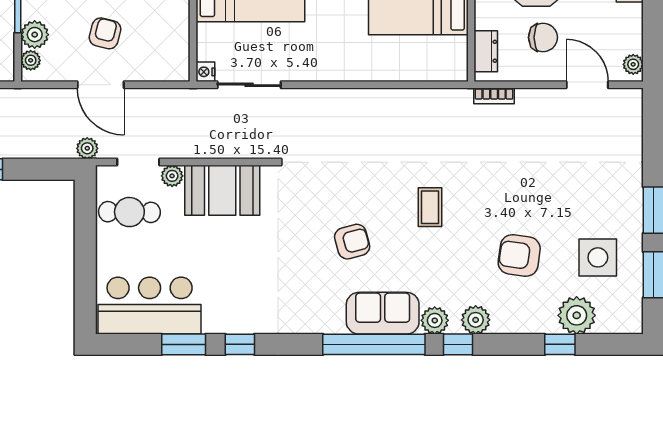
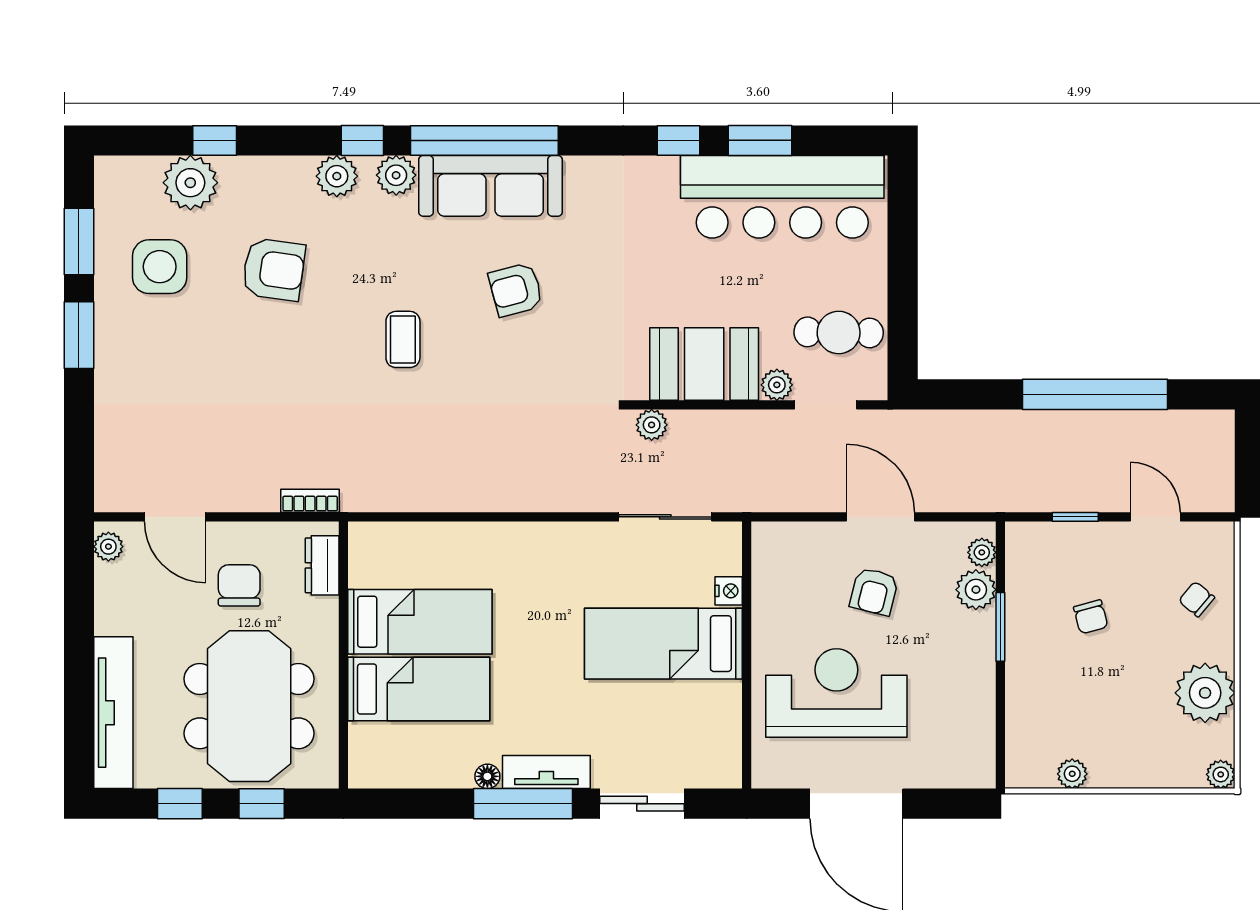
chair: (543, 37) -> (239, 585), turned 90
nightstand: (205, 72) -> (729, 591), moved
plant: (87, 148) -> (652, 425), moved
bar counter: (150, 306) -> (782, 197), width x1.36
sofa: (383, 313) -> (491, 186), width x1.36

